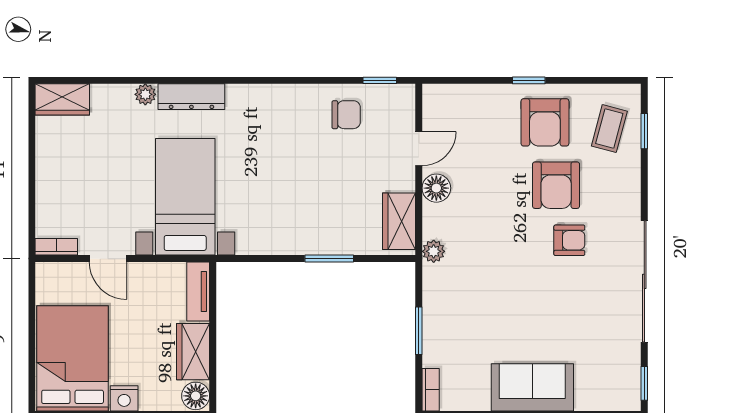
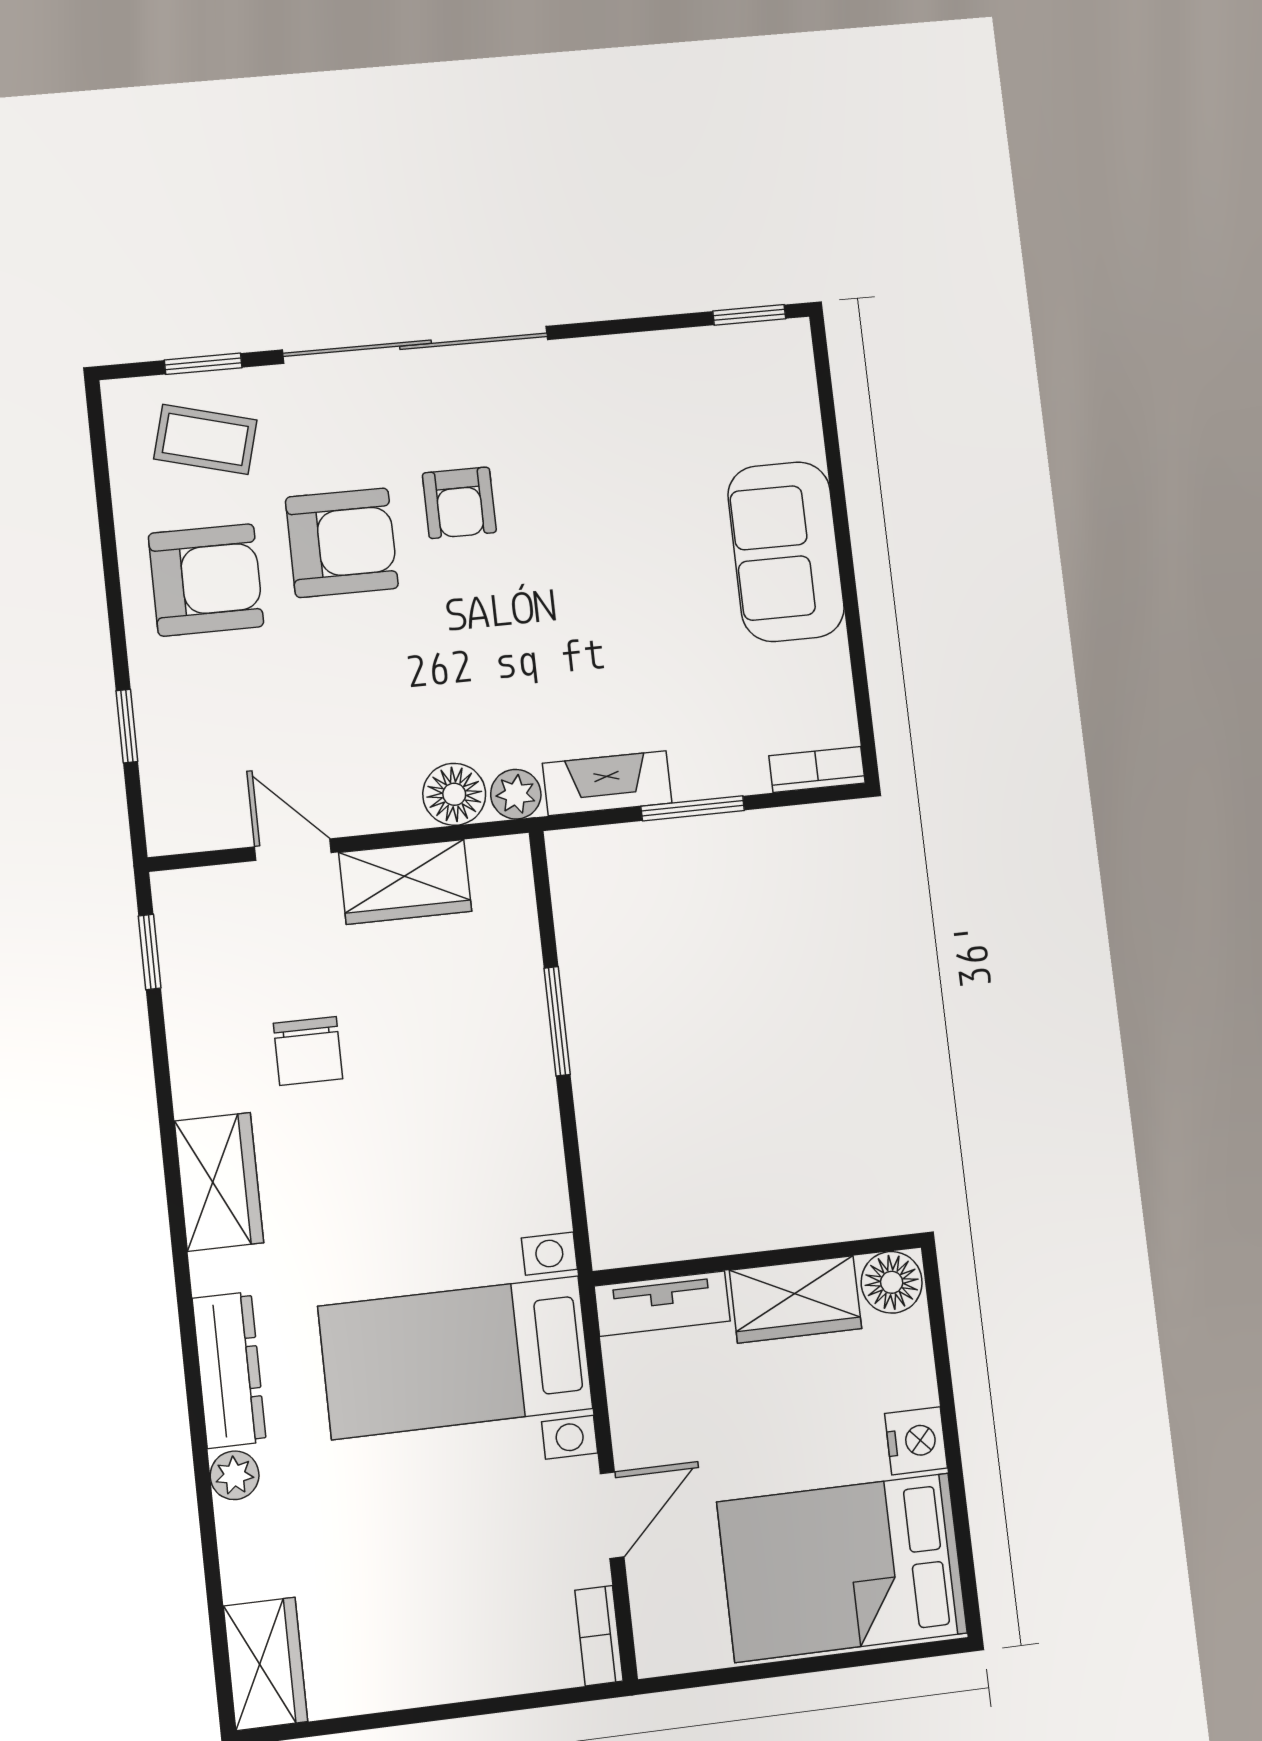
window: (529, 80) -> (127, 726), moved
wardrobe: (274, 101) -> (219, 1182), added
chair: (346, 115) -> (308, 1051), moved, turned 180
floor lamp: (436, 188) -> (454, 794), moved
wardrobe: (399, 221) -> (405, 882), moved
armchair: (569, 240) -> (459, 503), turned 180
sliding door: (644, 281) -> (416, 345), moved
fireplace: (434, 293) -> (607, 783), added

